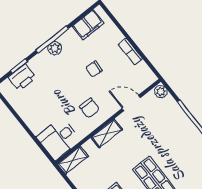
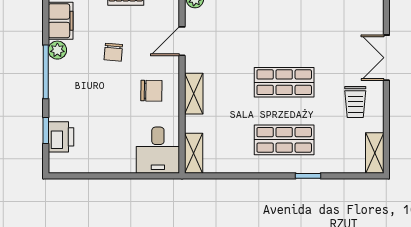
plant: (55, 48) -> (57, 50), moved

